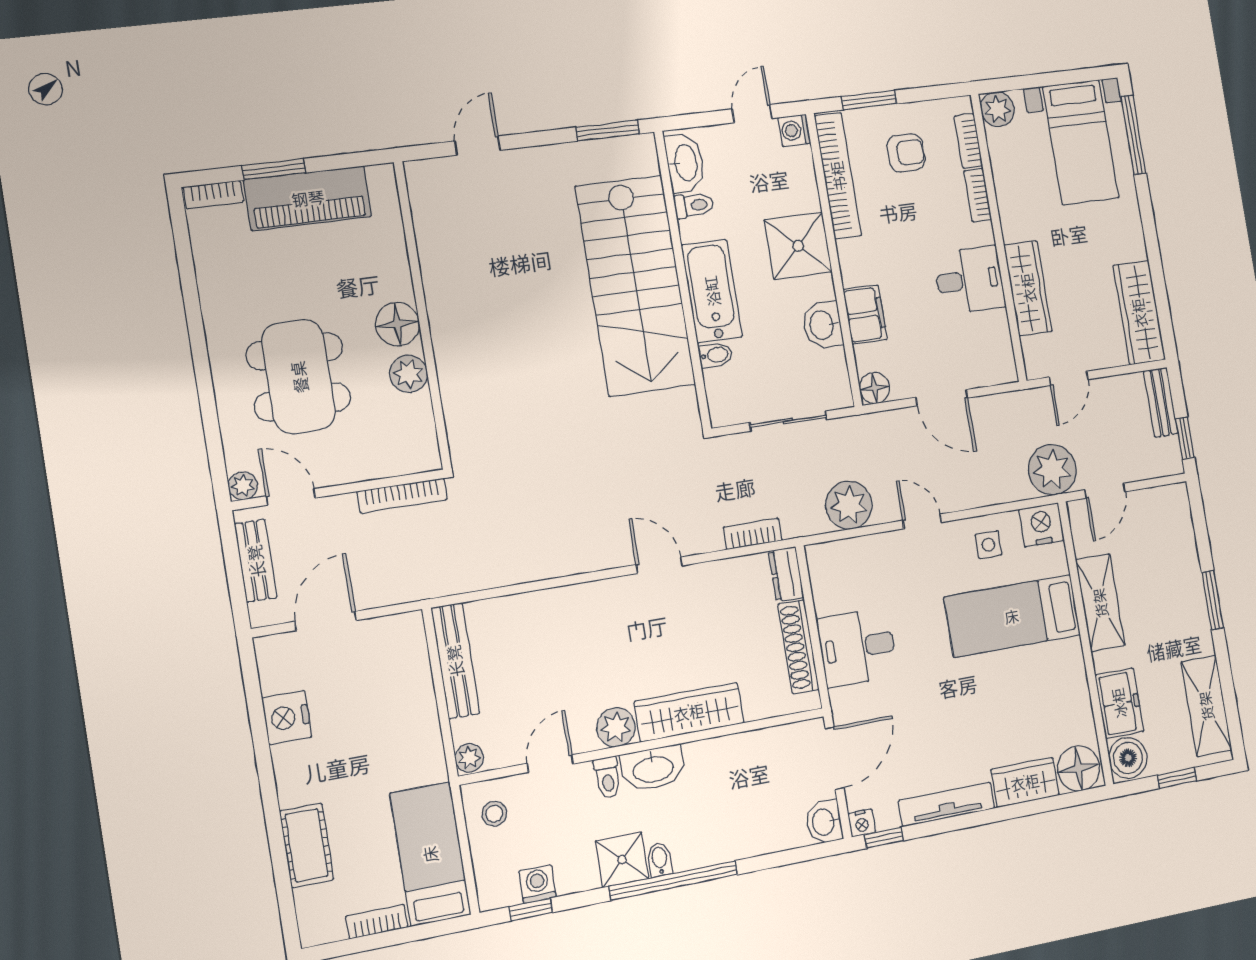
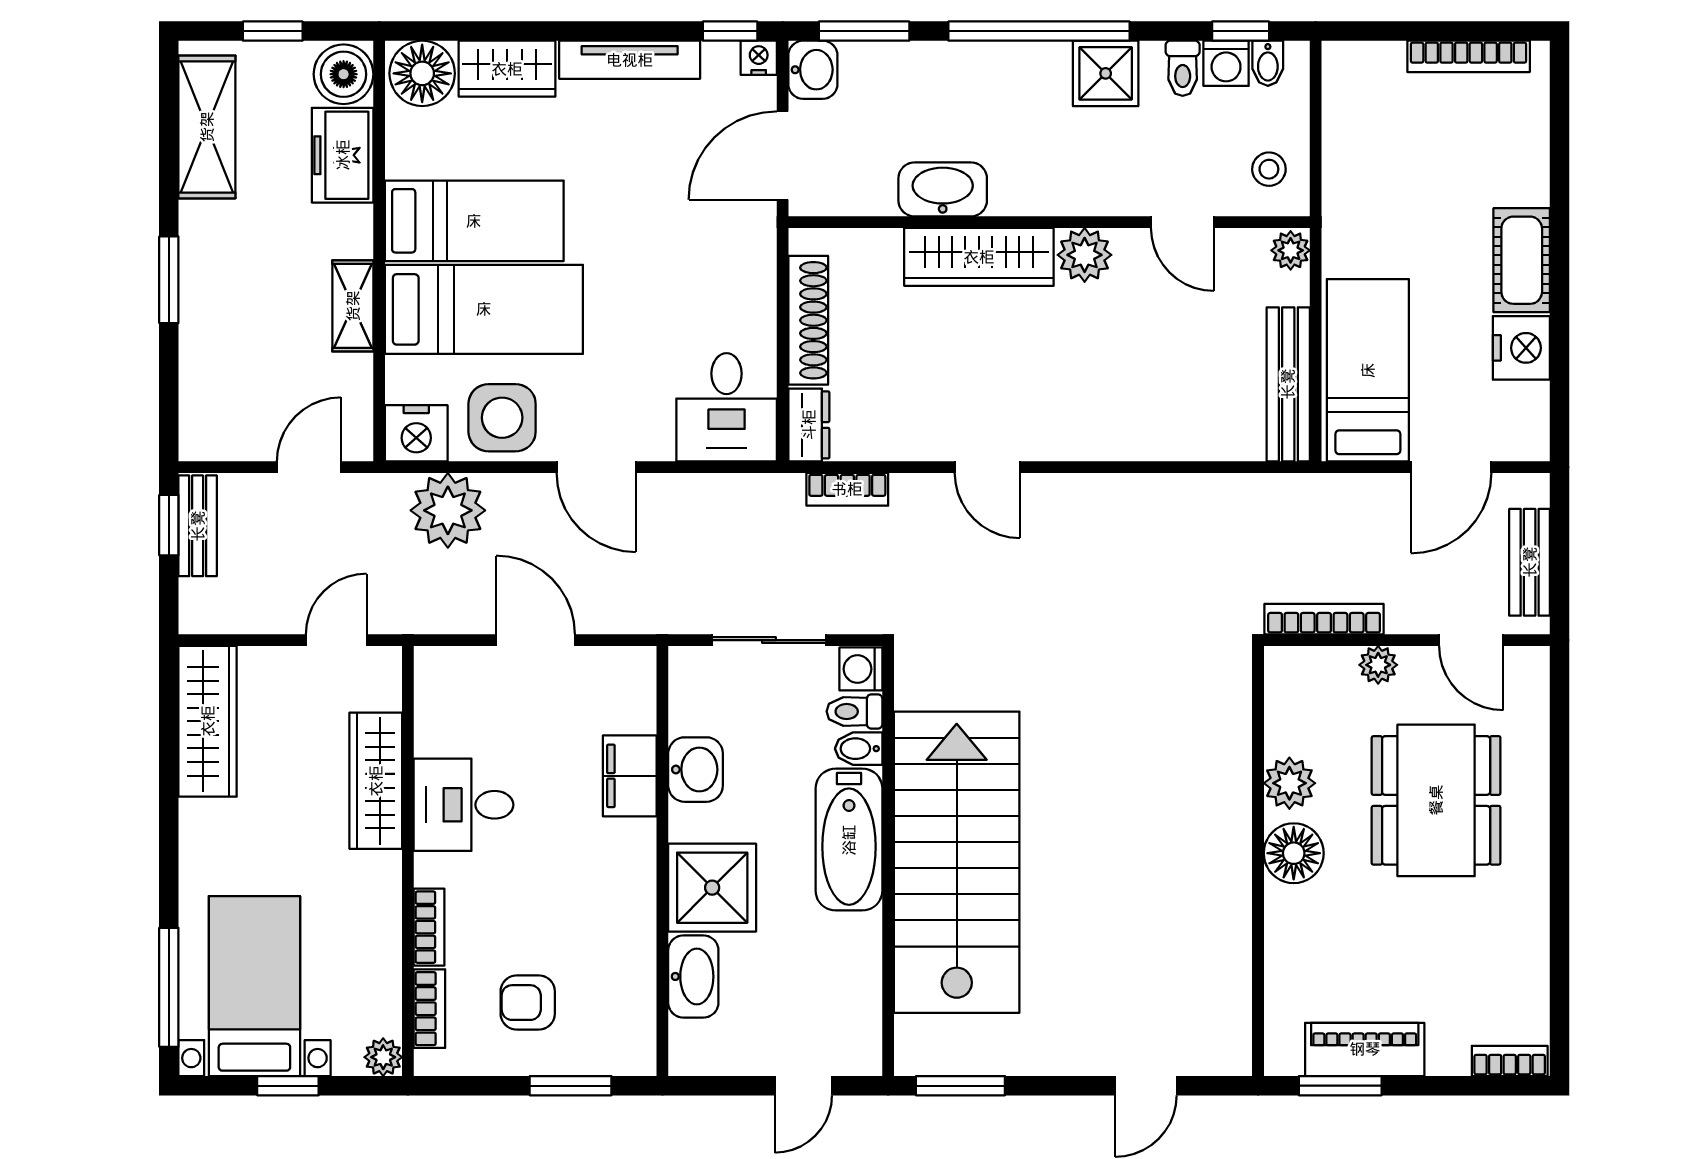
window: (1049, 79) -> (288, 1086), added
plant: (998, 109) -> (383, 1057), width x0.73, depth x0.73
door: (752, 114) -> (803, 1086), moved
washing machine: (794, 130) -> (861, 669), moved, turned 180
washbasin: (685, 163) -> (693, 976), moved, turned 180
window: (274, 169) -> (1340, 1086), moved
bookcase: (838, 176) -> (636, 981), removed
piano: (308, 198) -> (1365, 1049), width x0.73, depth x0.75
toilet: (694, 205) -> (855, 711), moved
floor lamp: (874, 388) -> (634, 668), removed
bench: (1161, 402) -> (198, 526), moved
plant: (1052, 470) -> (448, 510), moved
plant: (243, 486) -> (1378, 665), moved
plant: (849, 505) -> (701, 507), removed
door: (922, 521) -> (596, 467), width x1.38
side table: (989, 545) -> (502, 418), width x1.87, depth x1.87
shelving: (1100, 603) -> (353, 306), width x0.67, depth x0.75
desk: (857, 647) -> (727, 407), moved, turned 90
bed: (1029, 675) -> (474, 221), added
door: (550, 764) -> (1182, 222), hinge flipped
washbasin: (653, 768) -> (943, 189), moved
toilet: (607, 777) -> (1183, 68), moved, turned 180
cot: (307, 845) -> (1522, 260), moved
bed: (430, 854) -> (1368, 370), moved, turned 180
window: (794, 856) -> (864, 31), added
bidet: (660, 860) -> (1268, 63), moved
bookcase: (377, 922) -> (1469, 56), width x1.56

